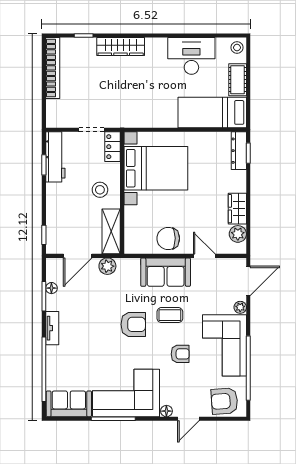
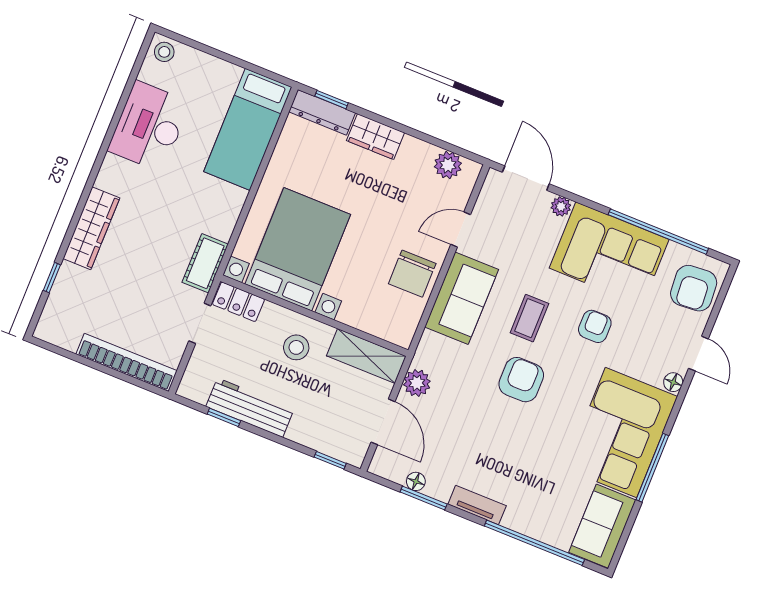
bookcase: (53, 68) -> (127, 362), moved
cot: (238, 80) -> (205, 263), moved, turned 90
workbench: (55, 157) -> (250, 408), moved
wardrobe: (237, 209) -> (376, 137), moved

